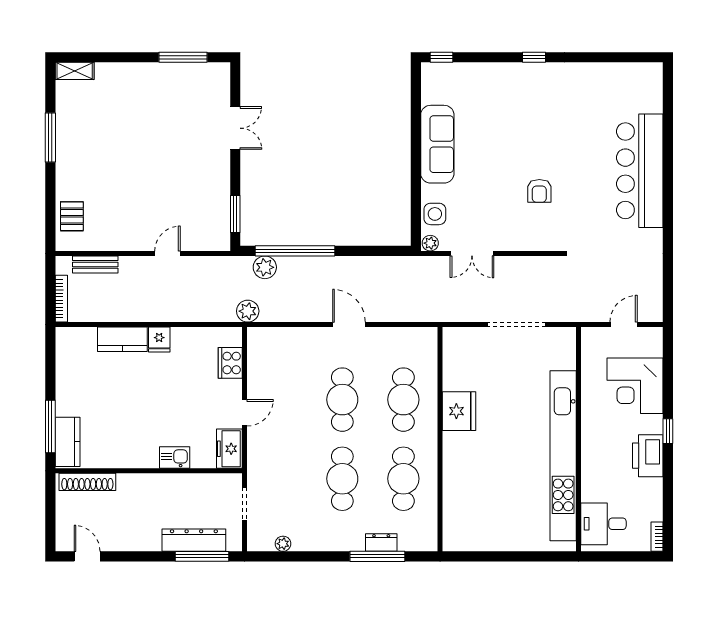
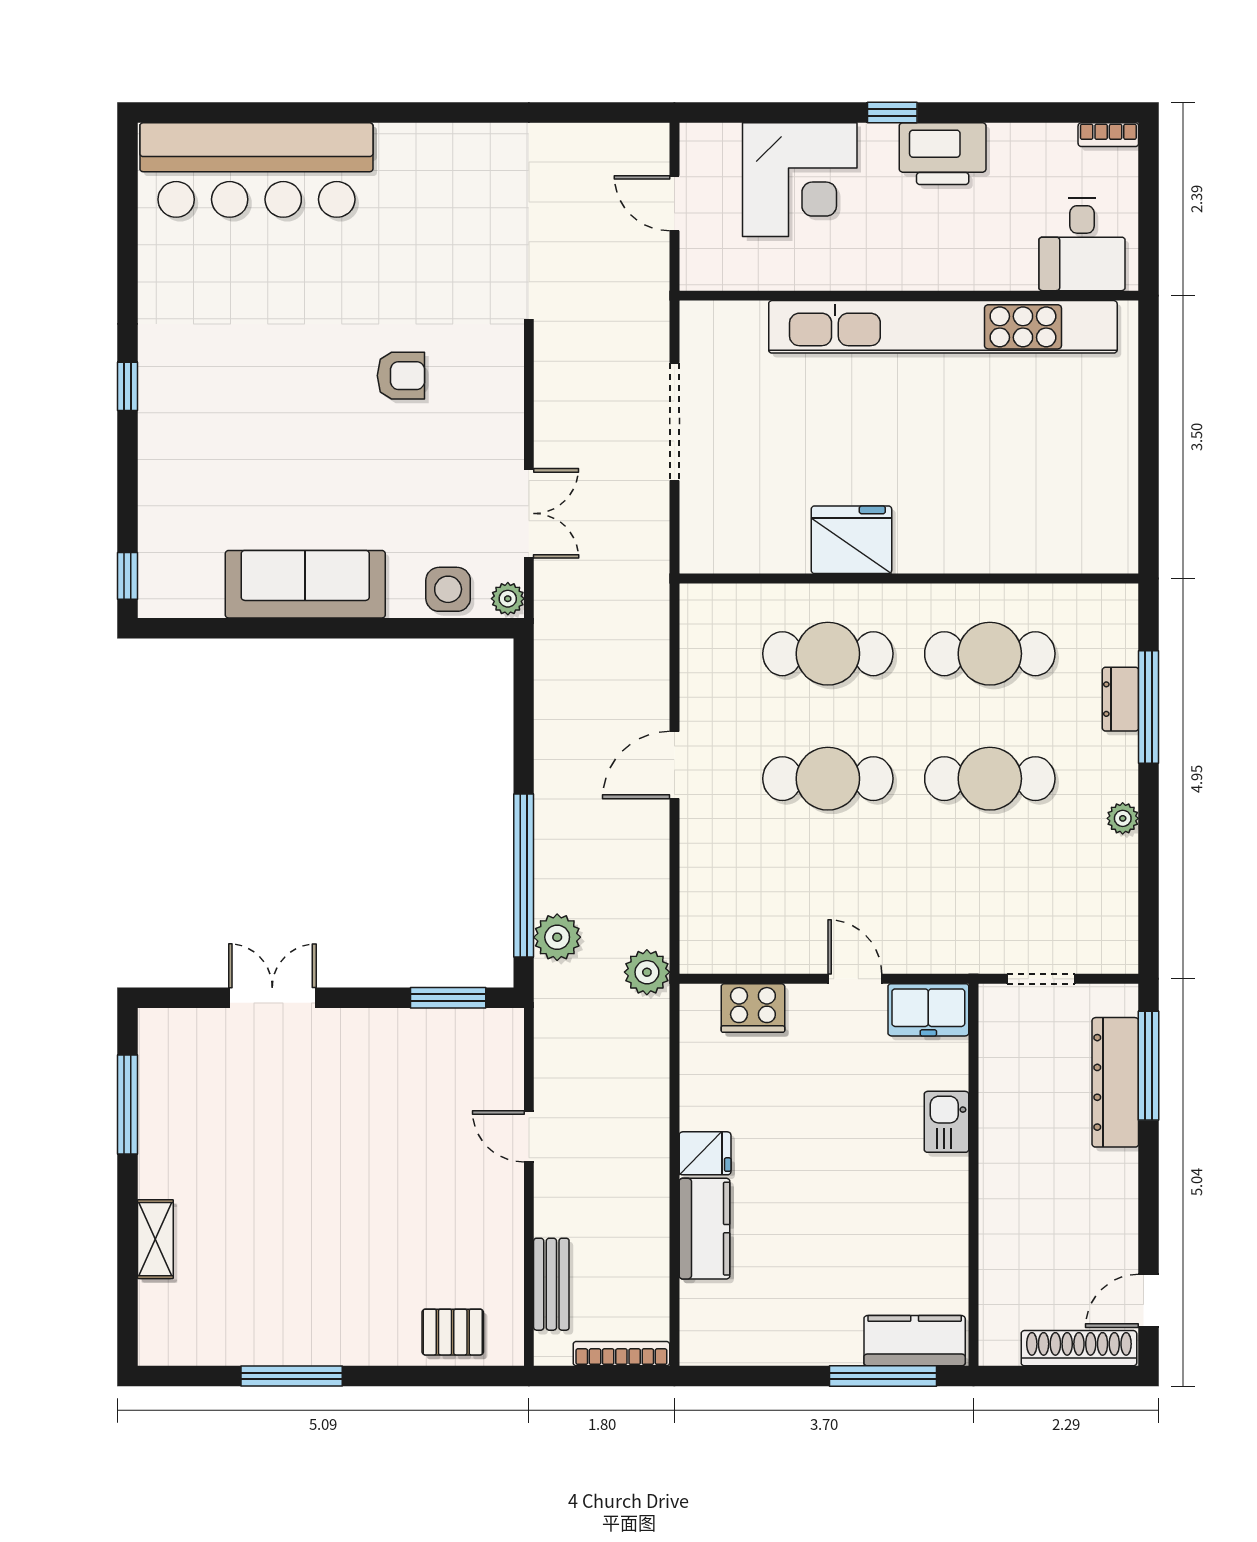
shelving: (75, 71) -> (155, 1239), moved
bar counter: (640, 171) -> (256, 170), moved
shoe rack: (87, 482) -> (1079, 1348), moved, turned -90
plant: (283, 544) -> (1123, 818), moved

